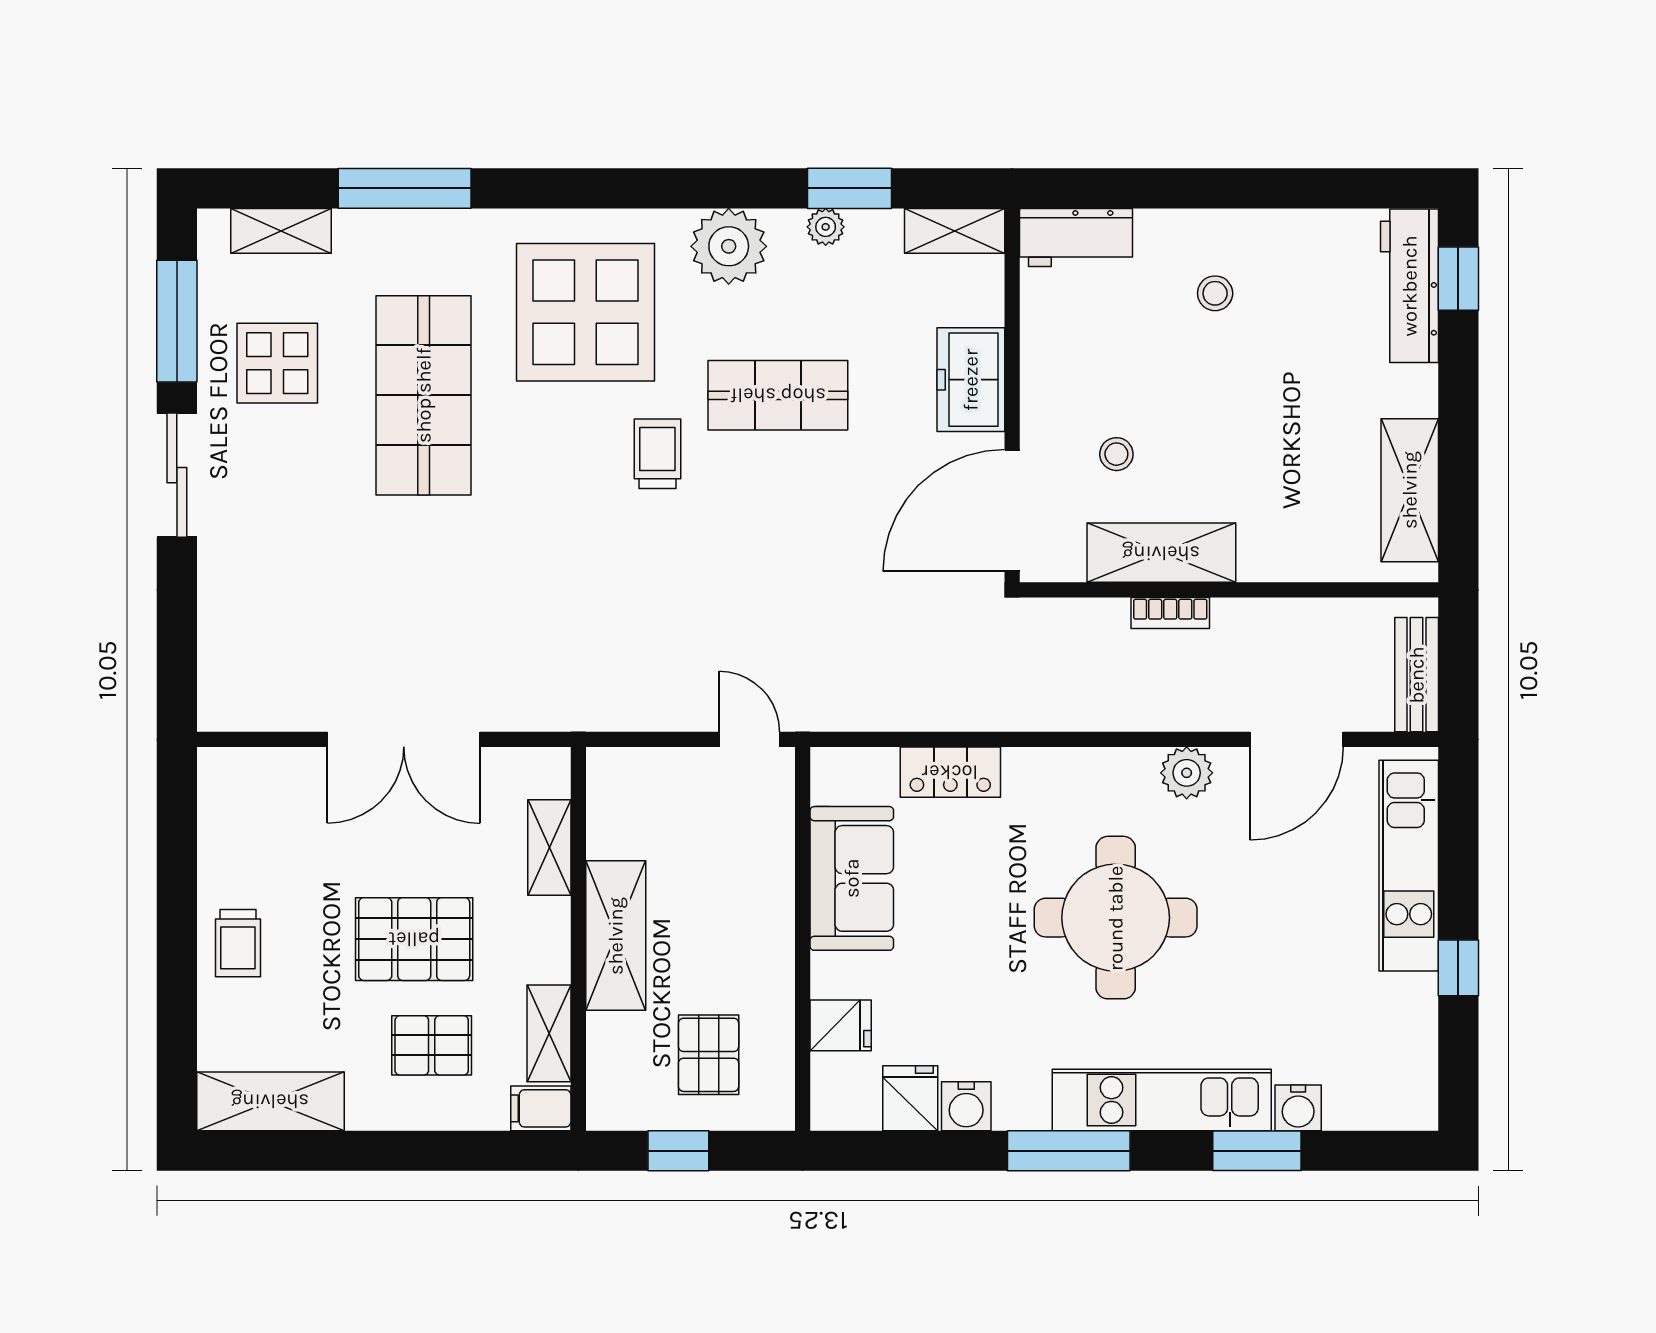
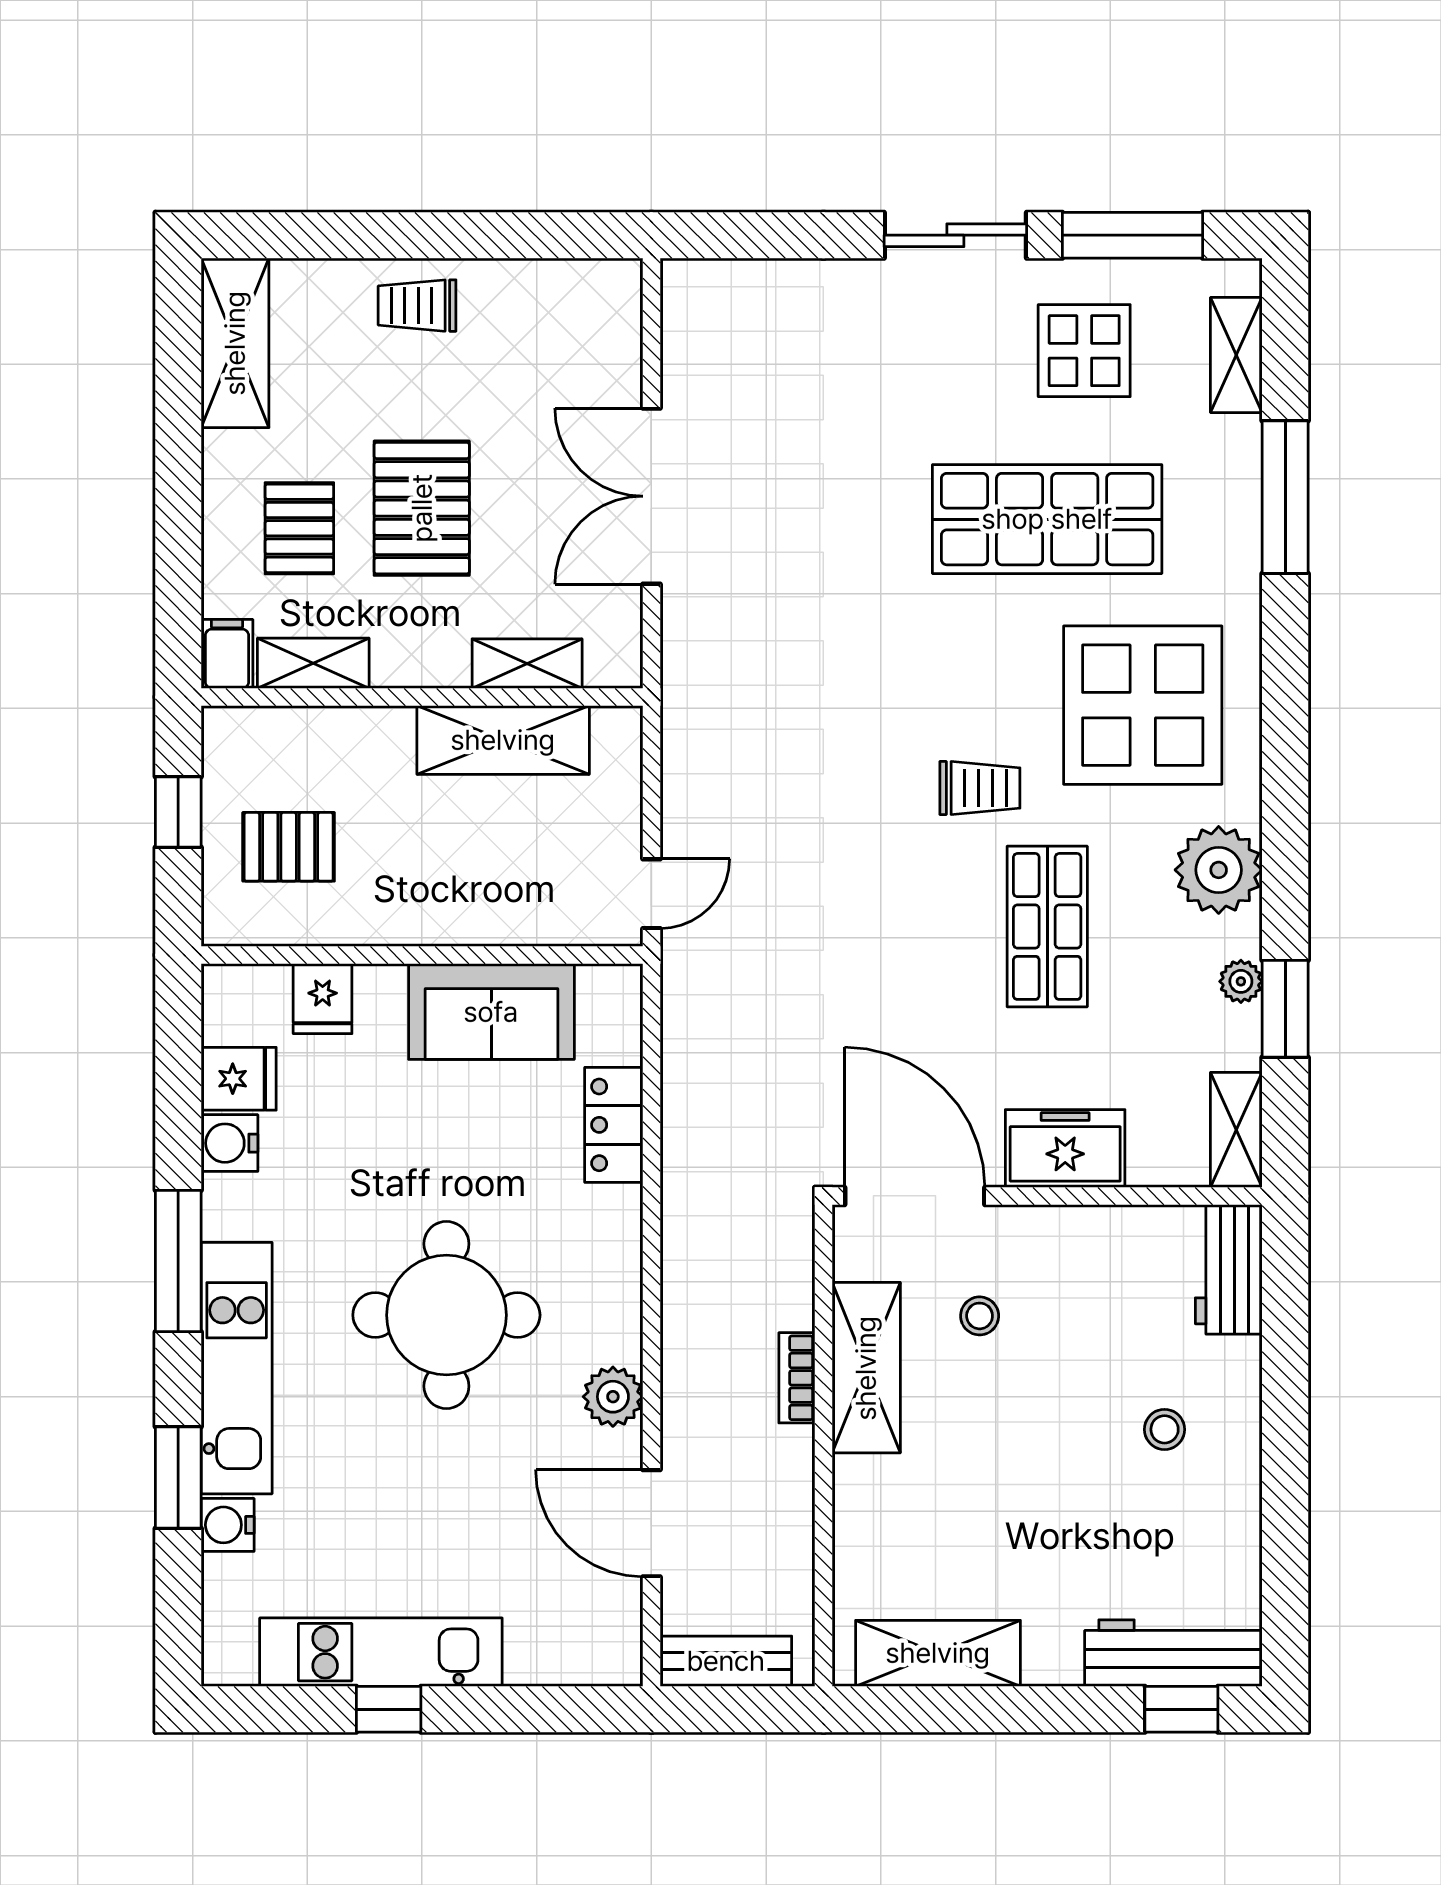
kitchen unit: (1409, 866) -> (381, 1652), moved
shelving: (616, 936) -> (503, 740), moved

